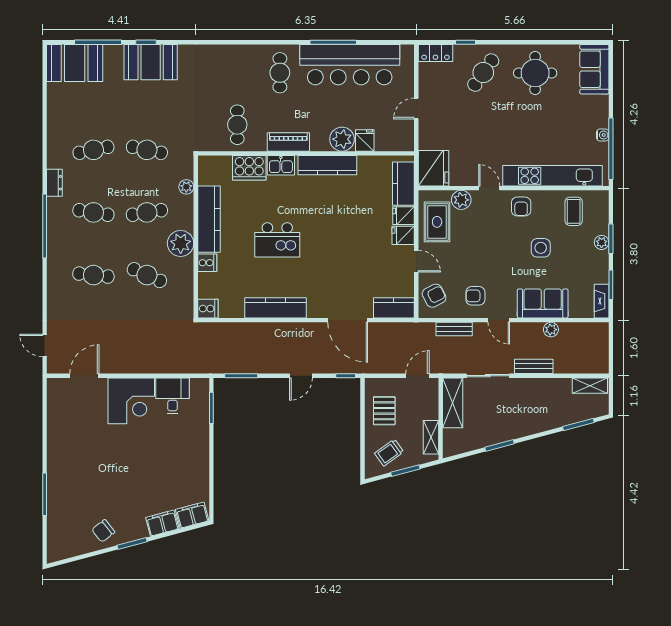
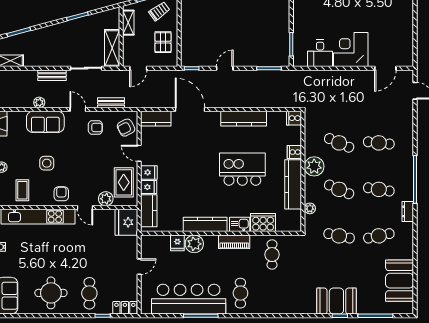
booth: (75, 63) -> (400, 281), moved, turned 90
cafe table: (483, 73) -> (89, 293), turned -35
cafe table: (147, 212) -> (339, 189), turned 33
kitchen island: (277, 240) -> (242, 169), width x1.37, depth x1.28

